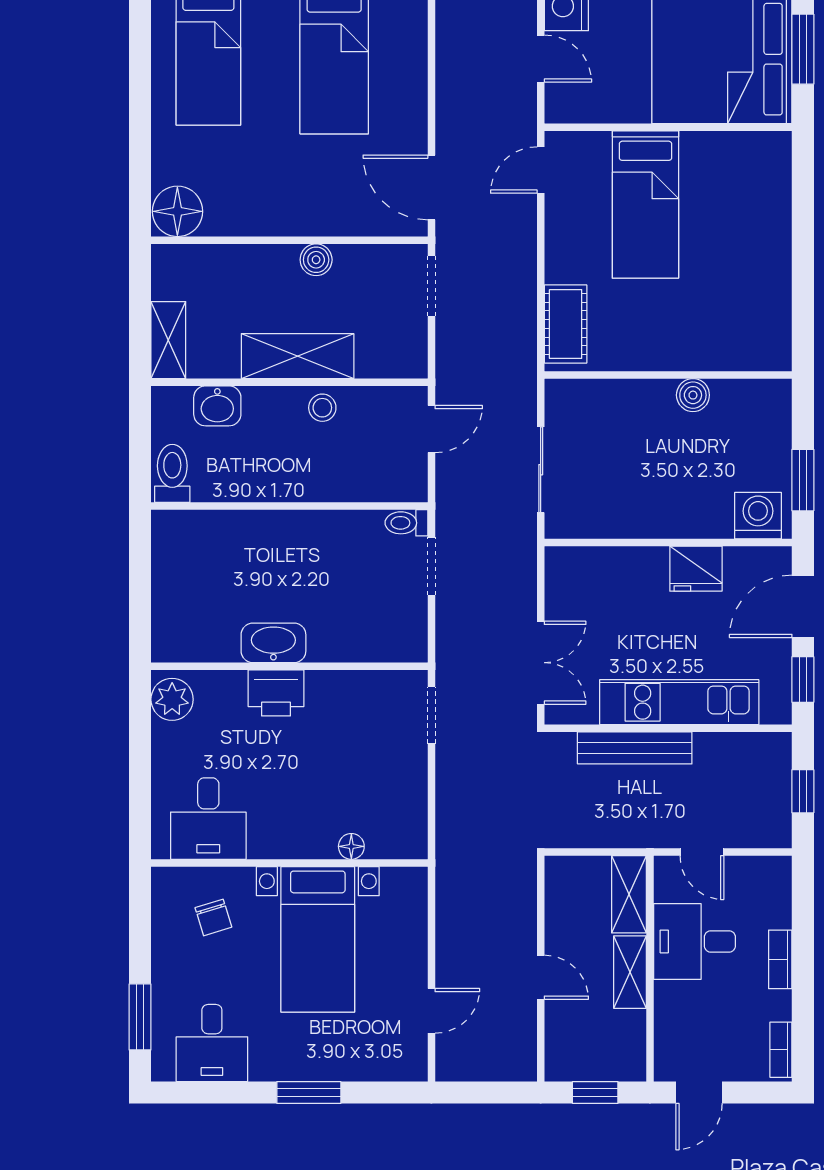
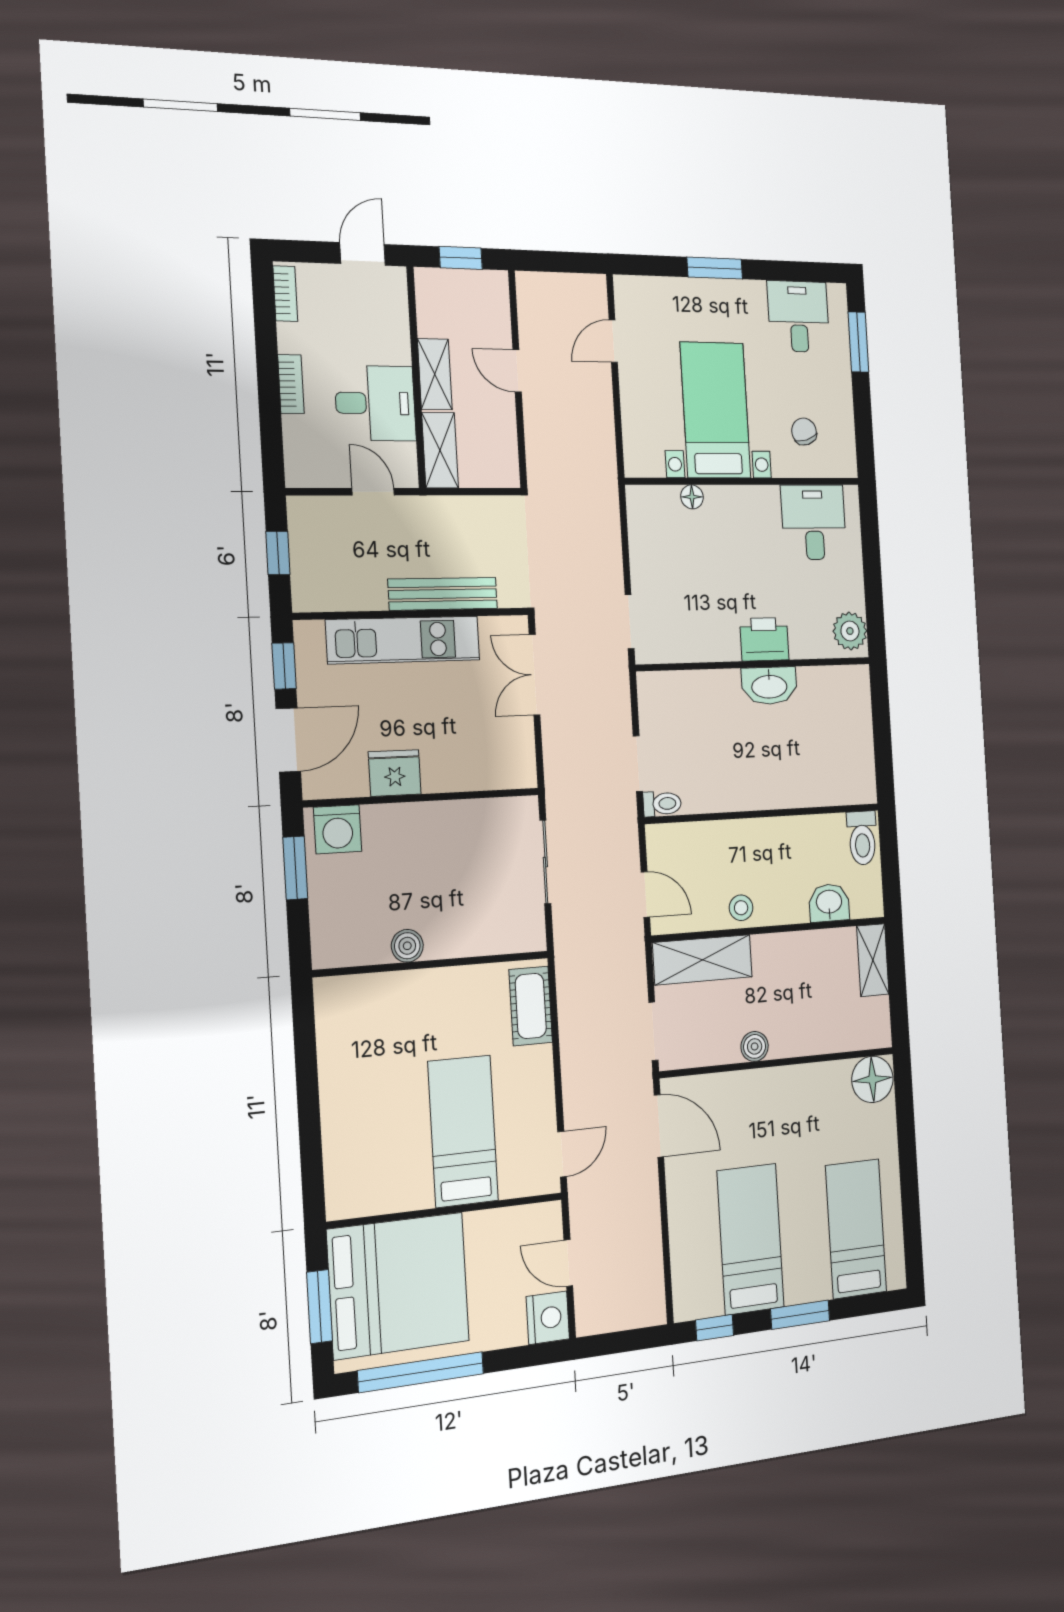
shelving: (298, 356) -> (703, 960), moved
door: (431, 429) -> (645, 895), swing flipped

